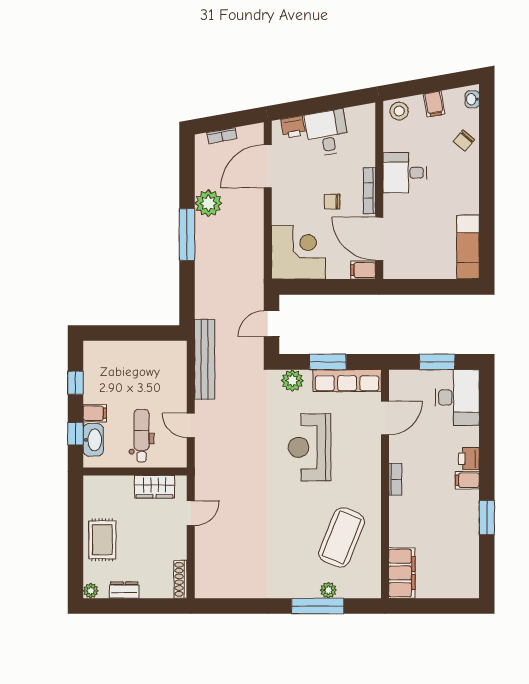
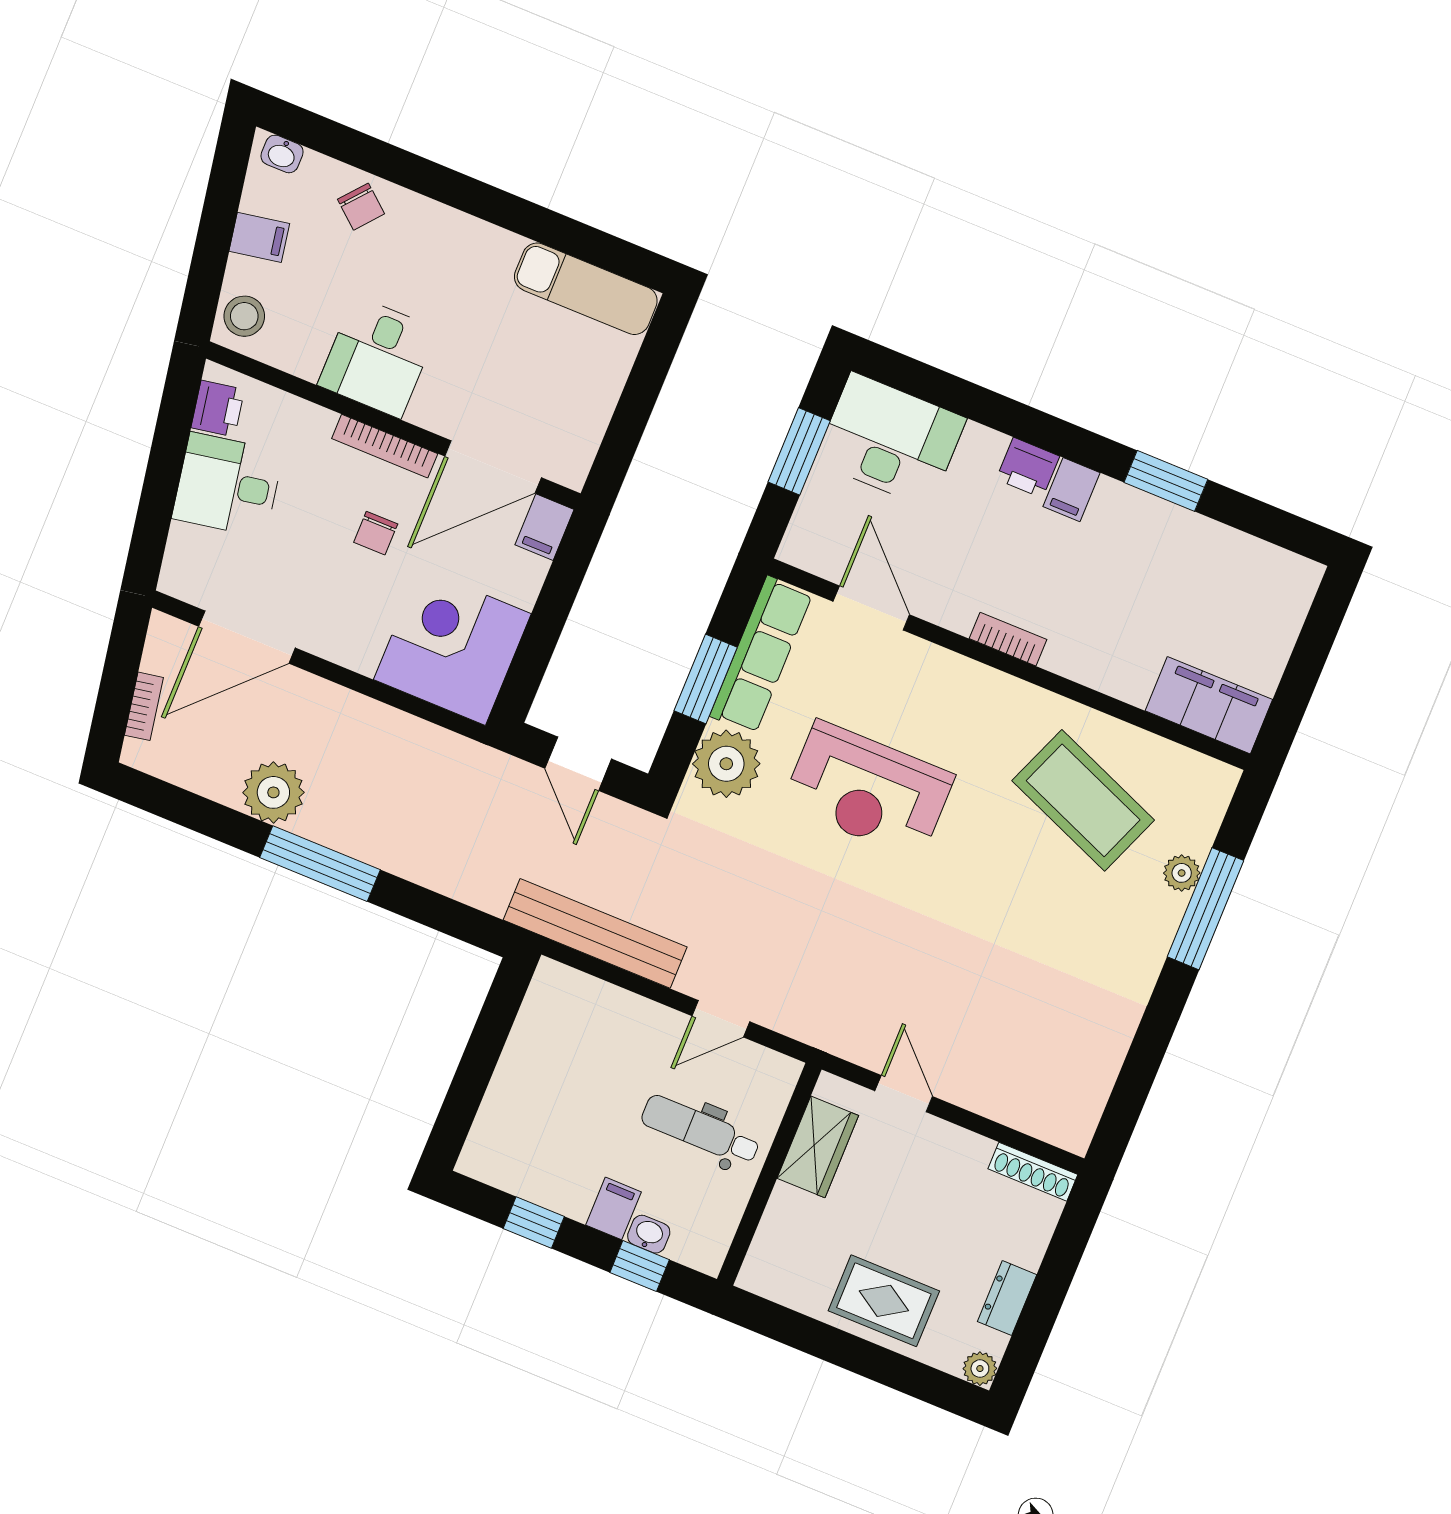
printer: (293, 127) -> (218, 409), moved
door: (268, 166) -> (247, 637), hinge flipped
plant: (292, 381) -> (726, 764), width x1.36, depth x1.36
washbasin: (93, 440) -> (649, 1234), width x0.52, depth x0.69

